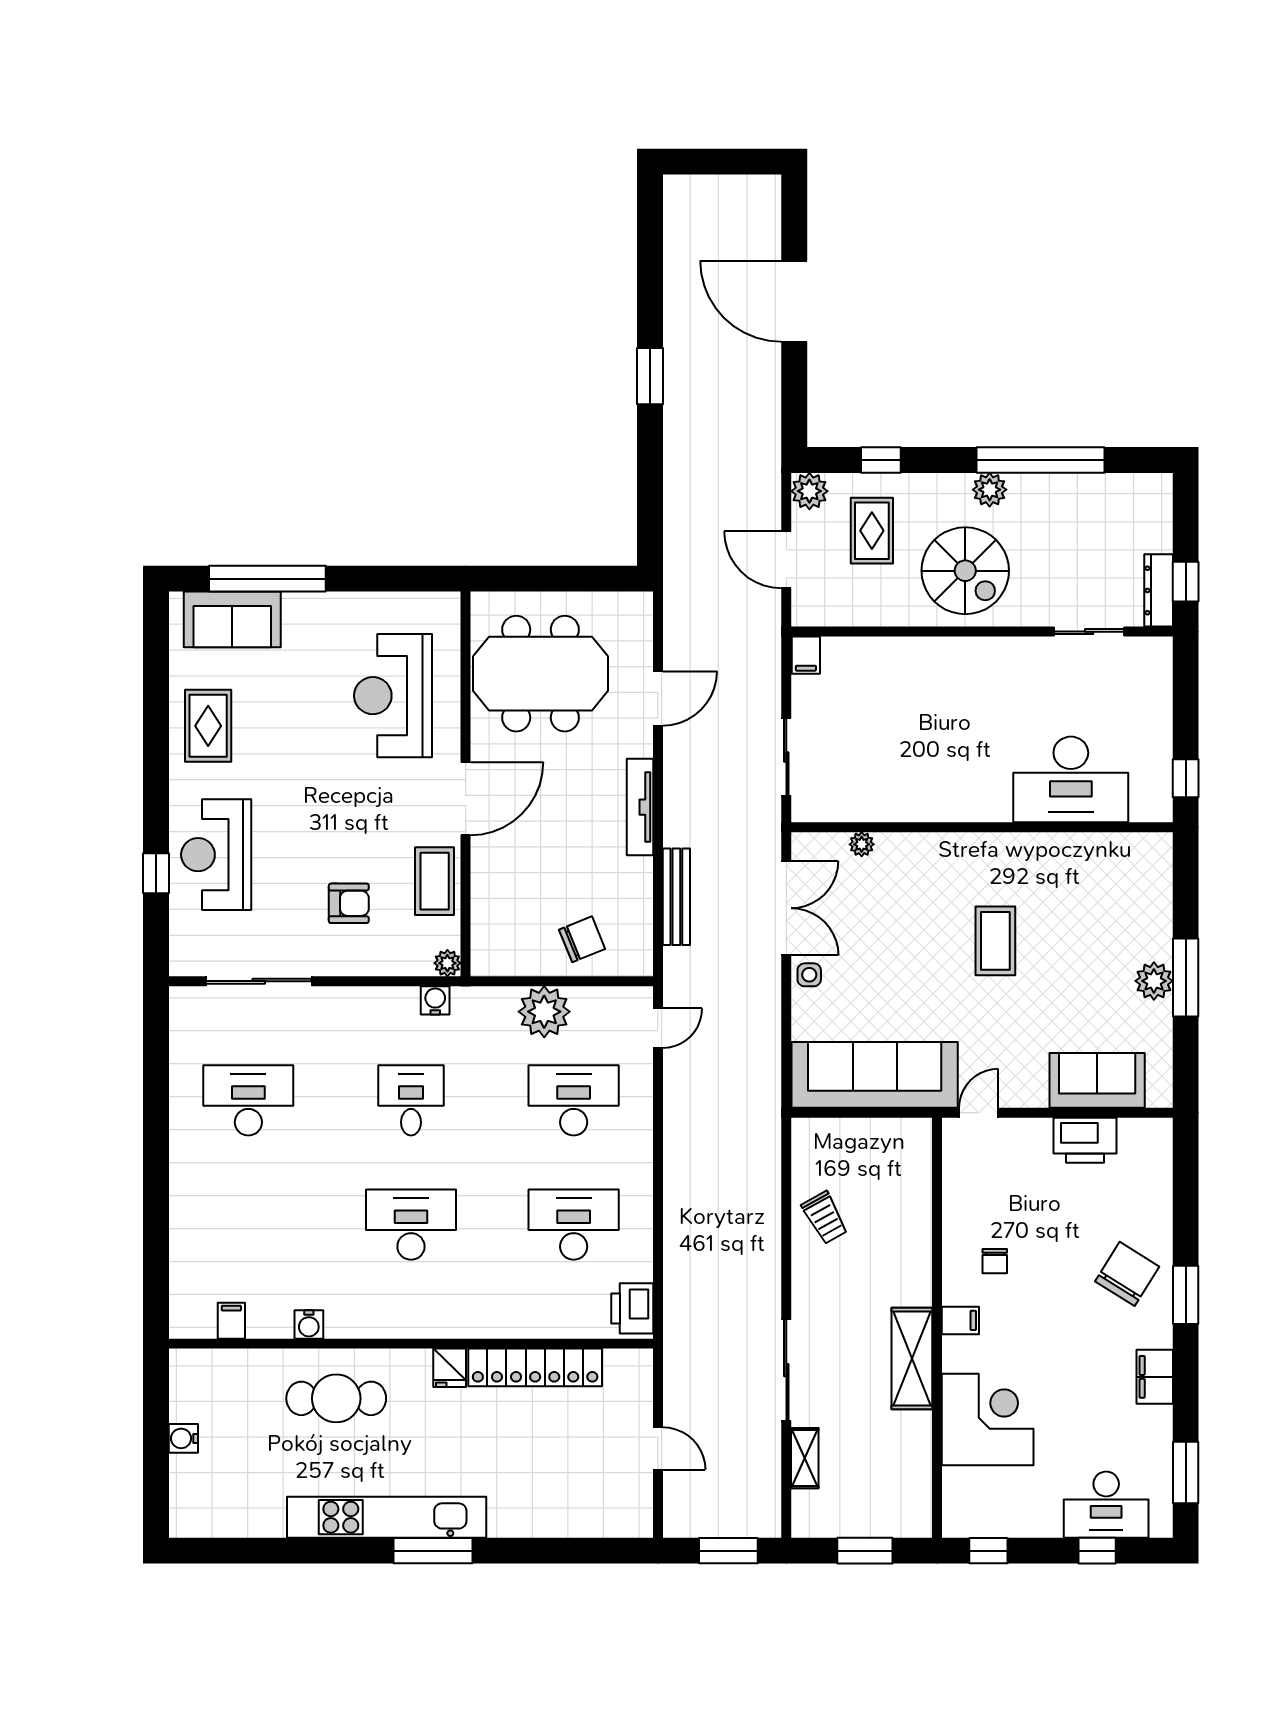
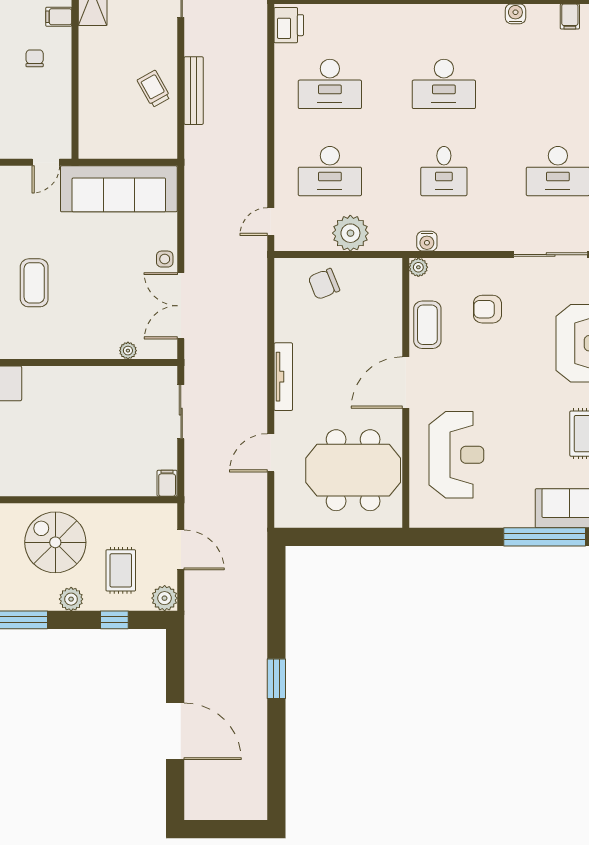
plant: (990, 490) -> (71, 599), moved
bench: (676, 897) -> (194, 91), moved

